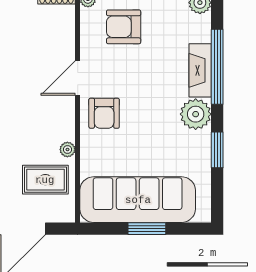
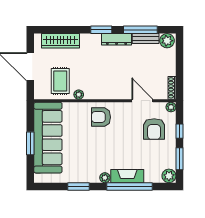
armchair: (124, 27) -> (154, 129), turned 180
door: (78, 78) -> (142, 101), moved
plant: (196, 114) -> (105, 178), width x0.53, depth x0.53

